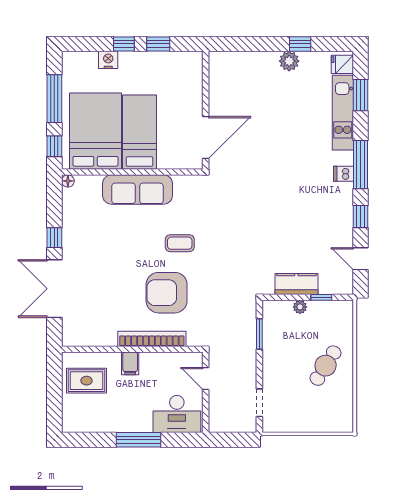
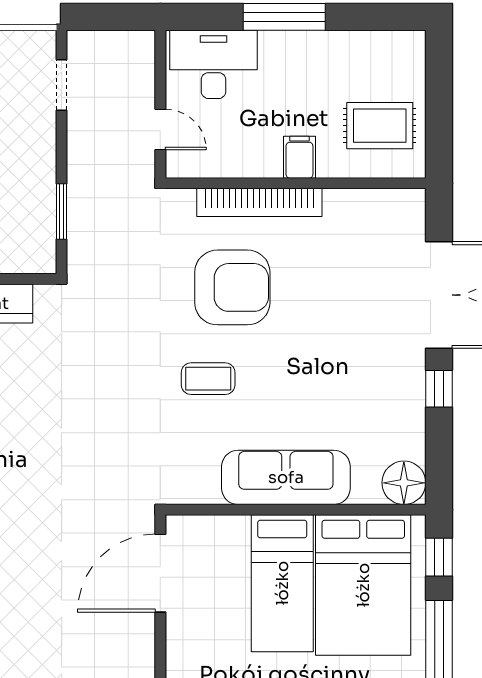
floor lamp: (68, 181) -> (404, 483), width x1.89, depth x1.89

